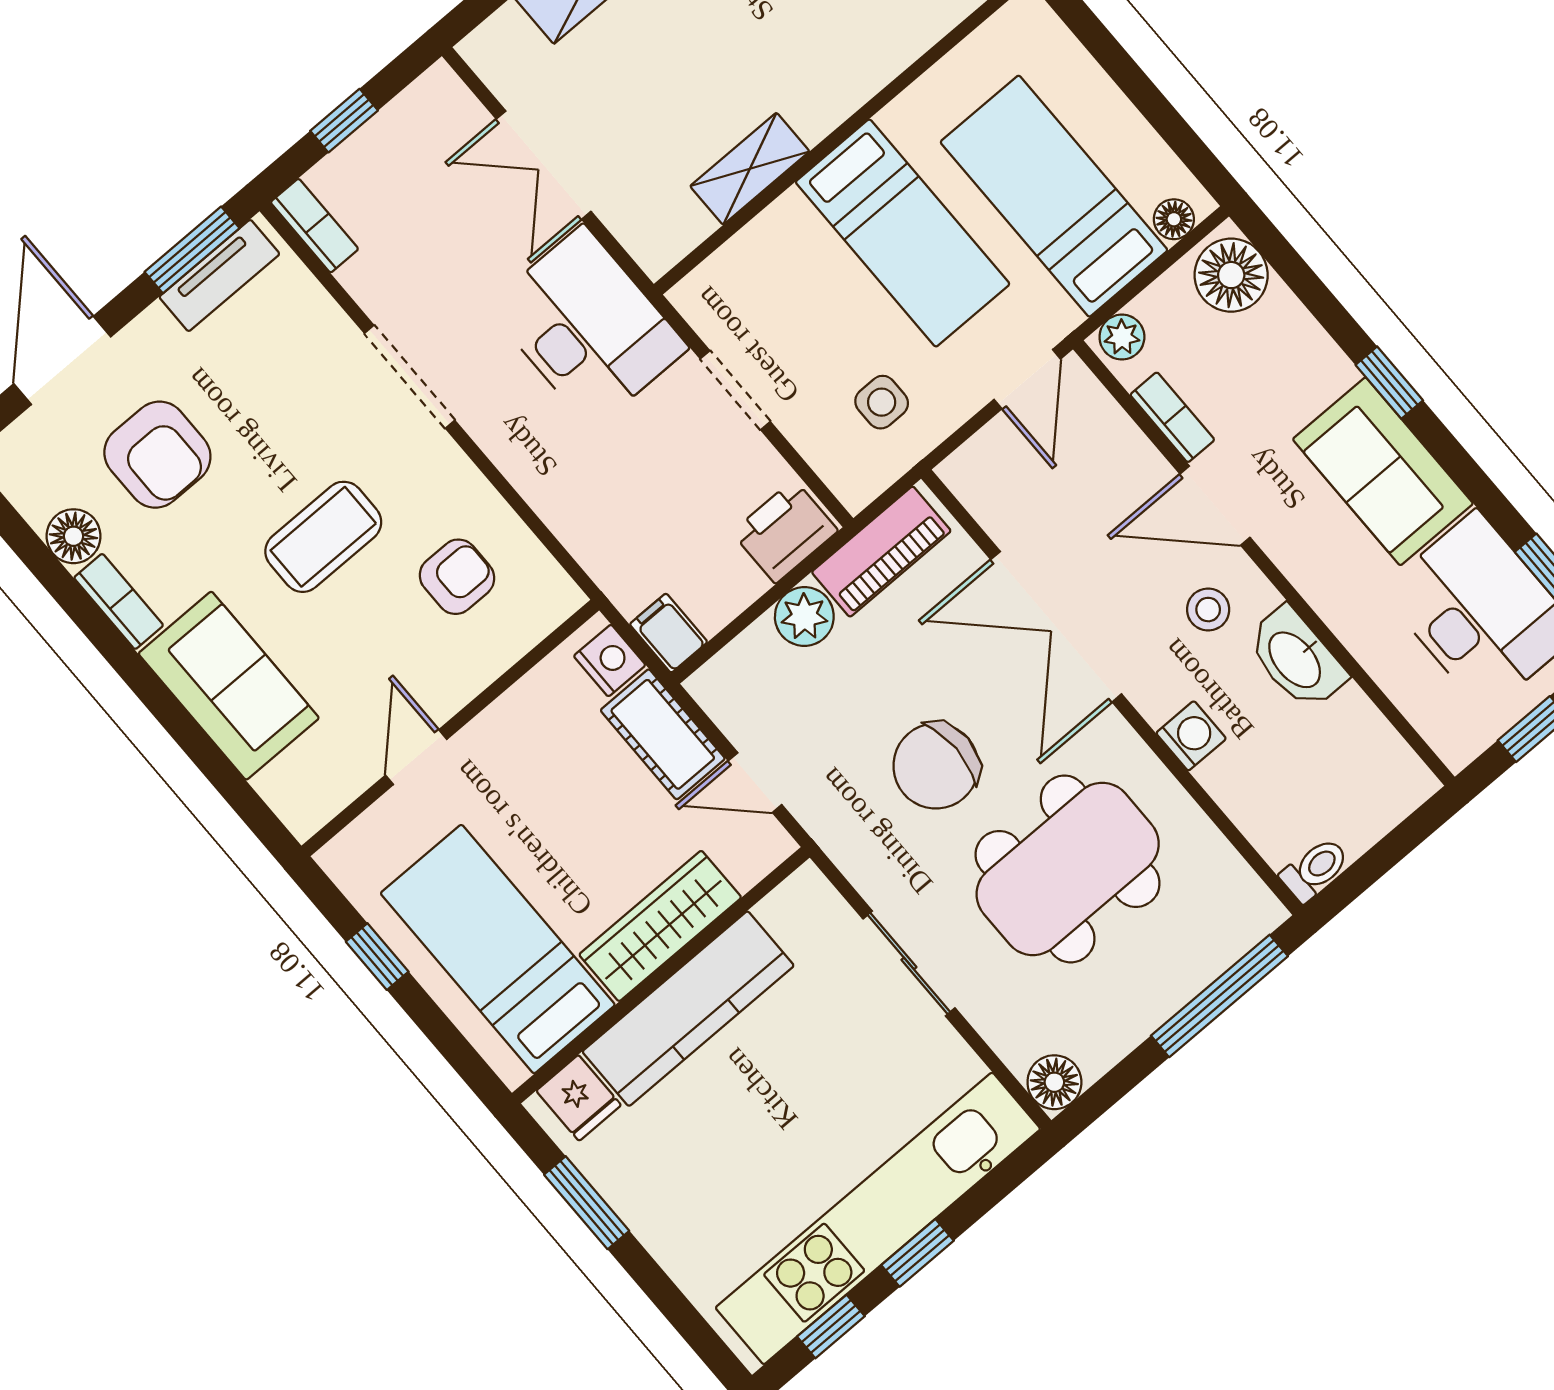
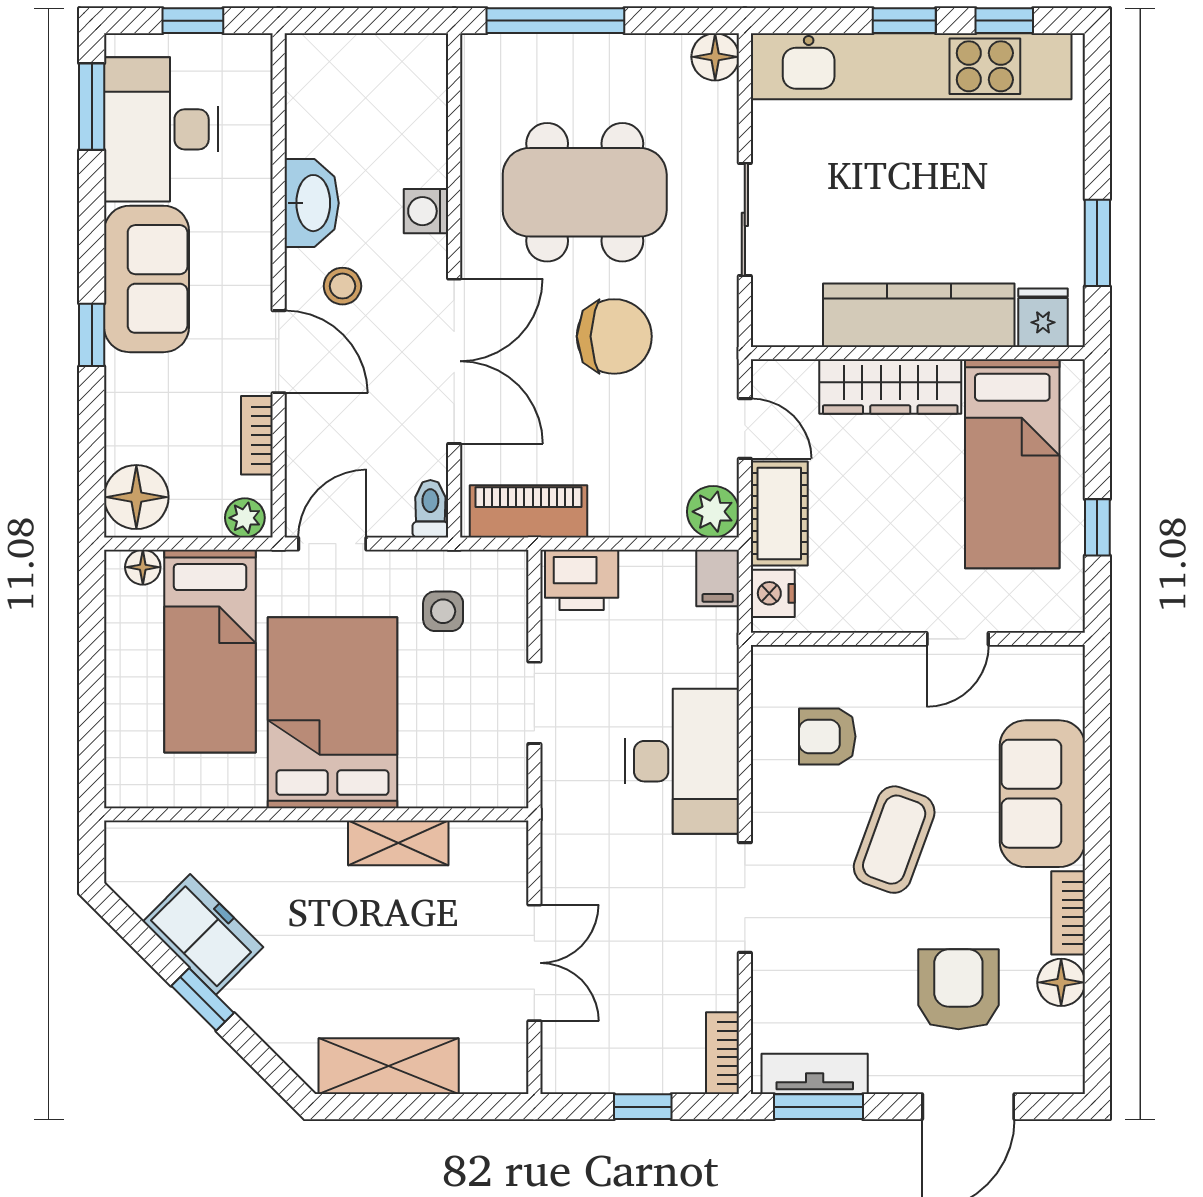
bed: (903, 233) -> (333, 713), width x1.50
desk: (588, 327) -> (682, 761), moved, turned 180
coffee table: (323, 537) -> (894, 840), turned -70
plant: (804, 617) -> (713, 512), moved
toilet: (1315, 869) -> (430, 509), moved, turned 90

